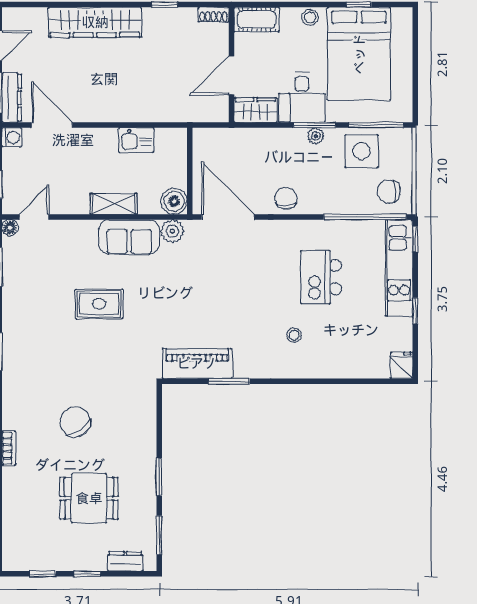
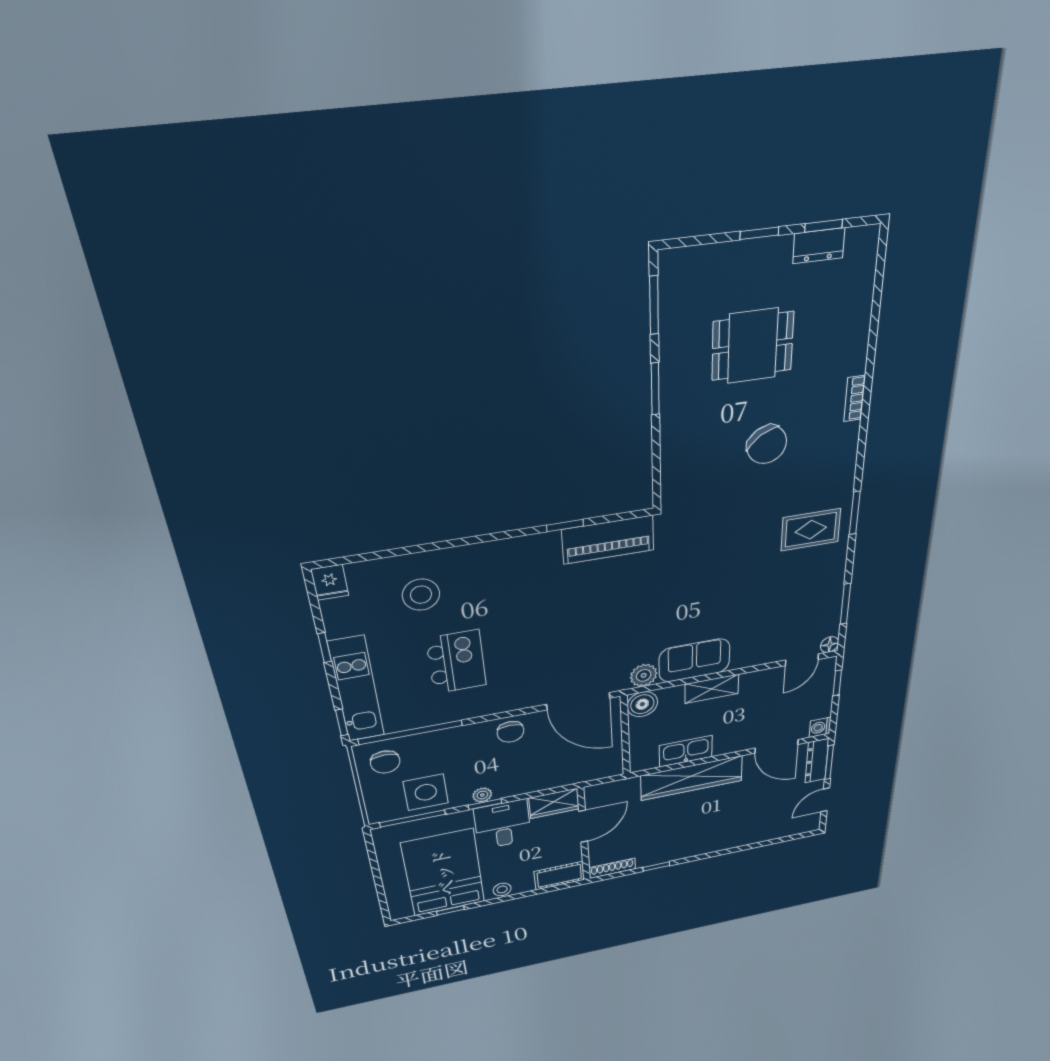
shoe rack: (213, 15) -> (612, 868), width x1.43
wardrobe: (95, 22) -> (692, 778), moved, turned 180
window: (315, 125) -> (485, 804), width x0.67
kitchen sink: (136, 140) -> (686, 751), width x1.38
chair: (389, 192) -> (385, 762), turned 93
rug: (99, 304) -> (811, 530), moved
stool: (294, 335) -> (421, 595), moved, width x1.89, depth x1.89
window: (229, 381) -> (565, 526), width x0.67
dresser: (125, 561) -> (819, 246), moved

